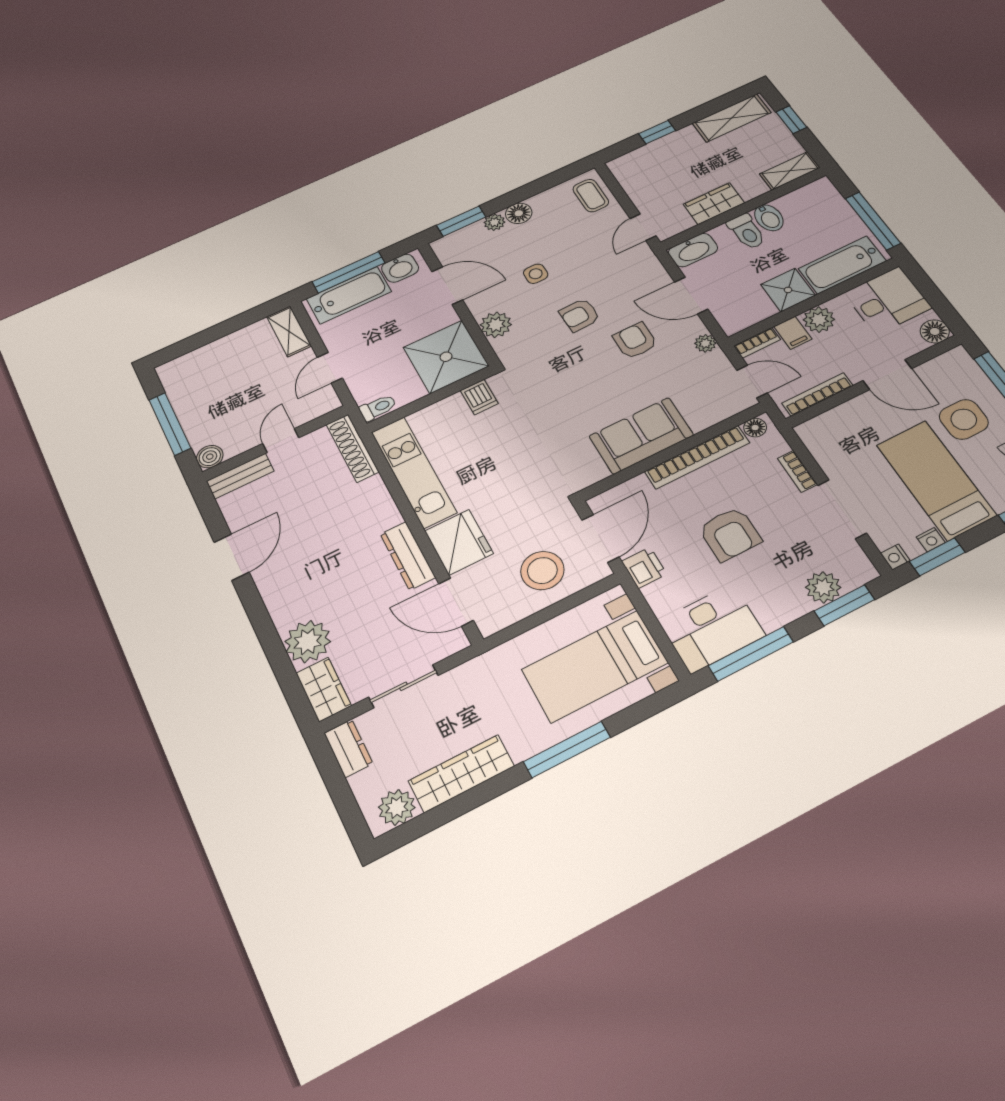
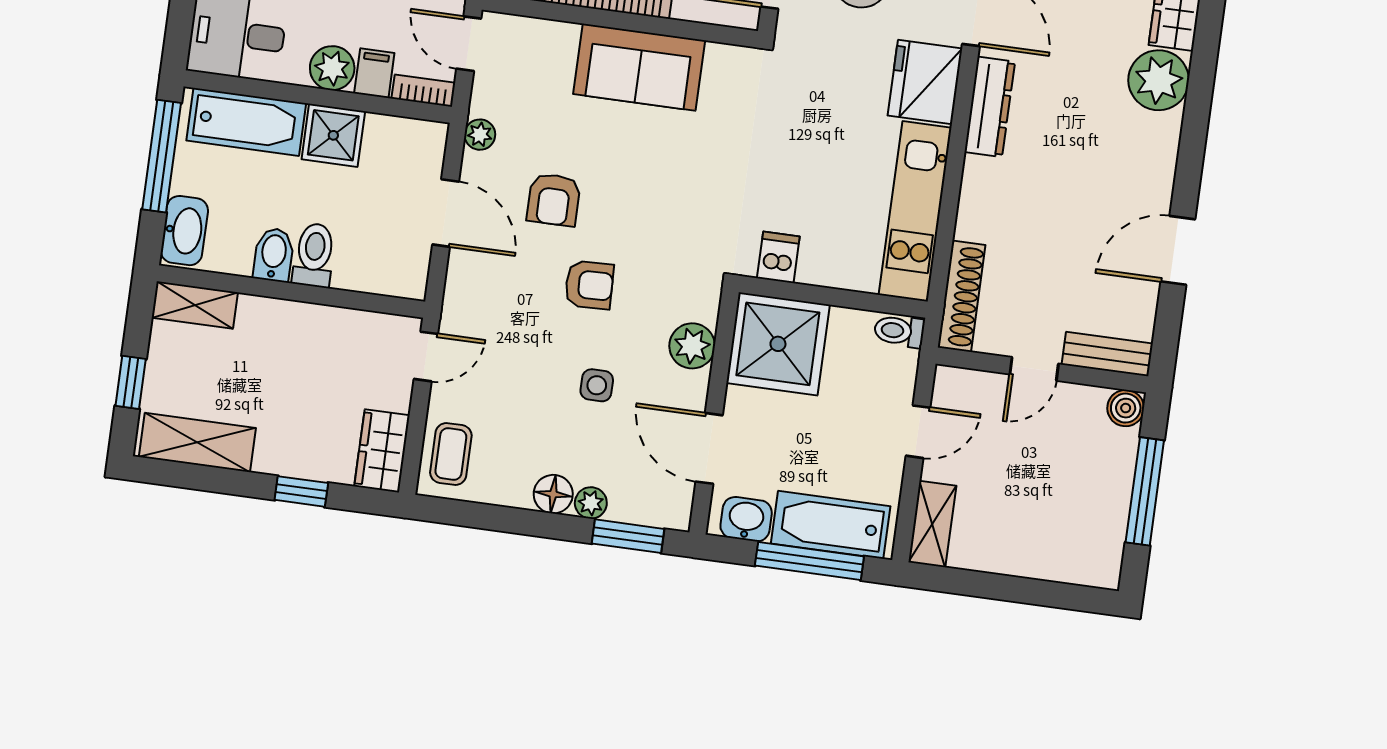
wardrobe: (714, 204) -> (382, 451), moved, turned 90
washbasin: (693, 250) -> (184, 231), moved, turned 90

